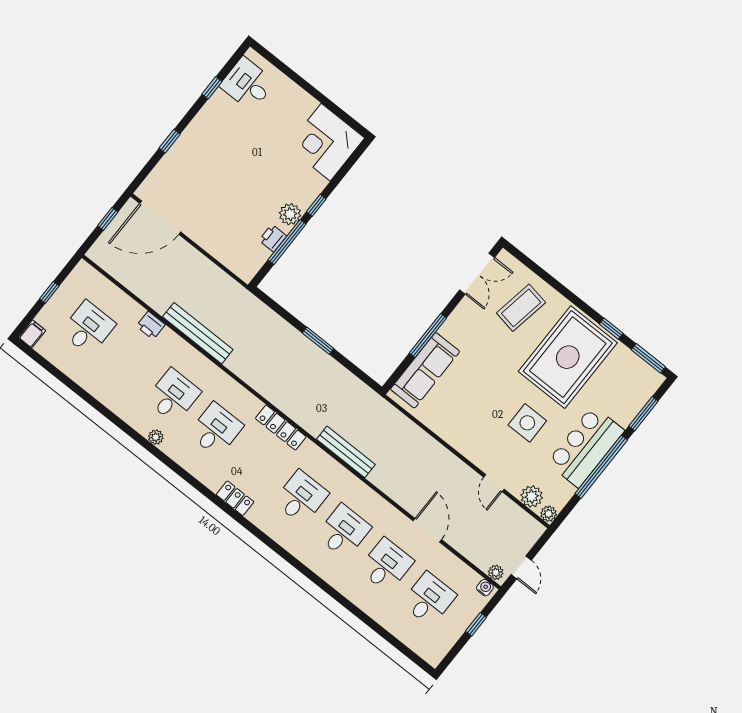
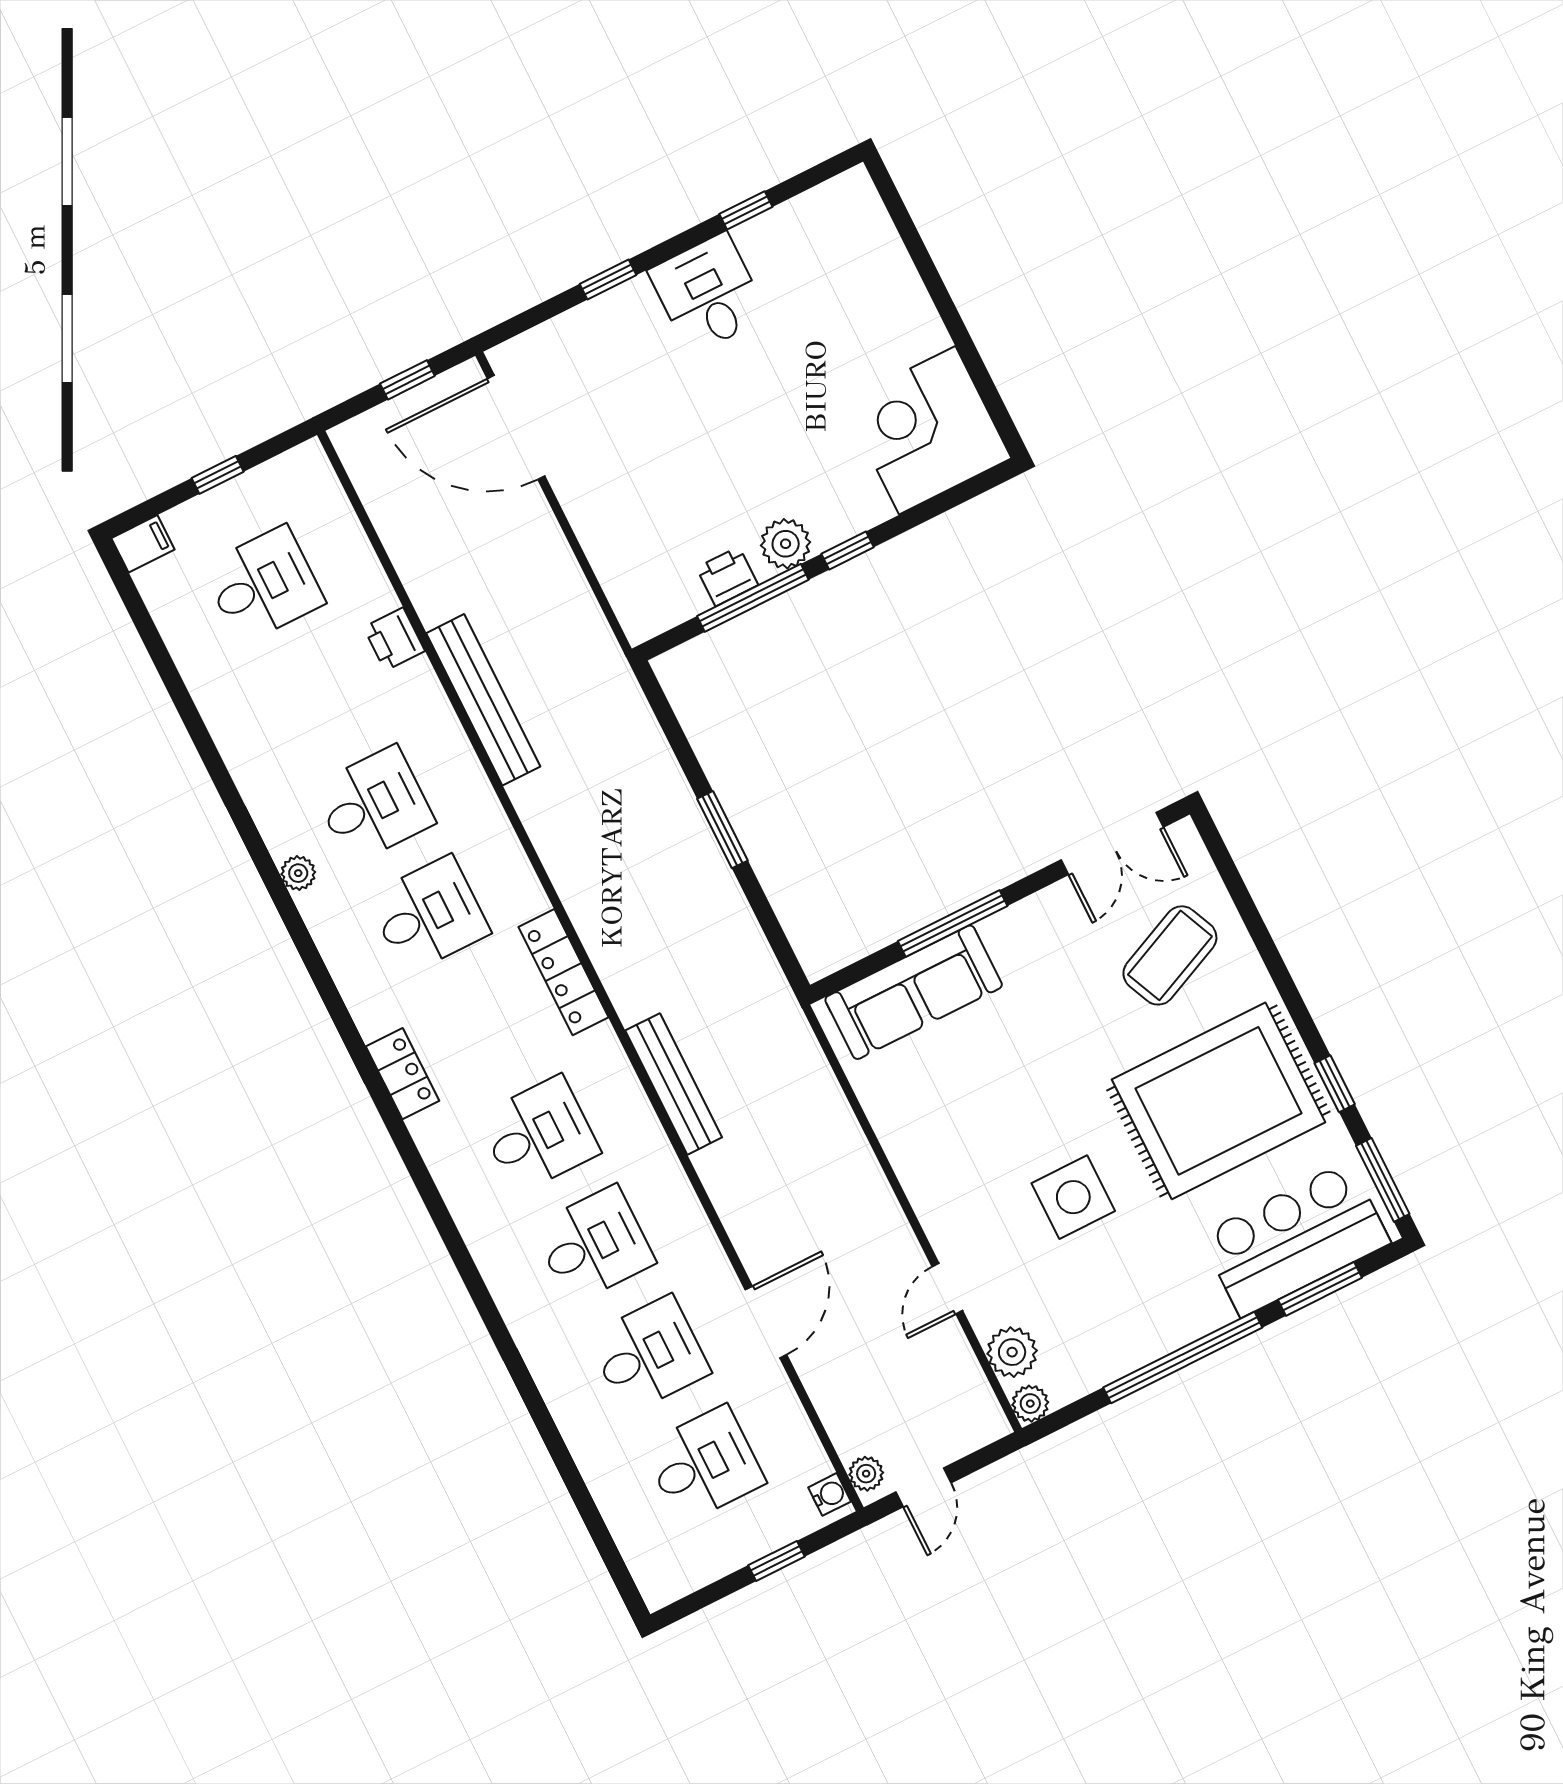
desk: (247, 84) -> (708, 294), moved
coffee table: (521, 308) -> (1170, 955), turned -34
bar counter: (586, 447) -> (1295, 1239), moved

